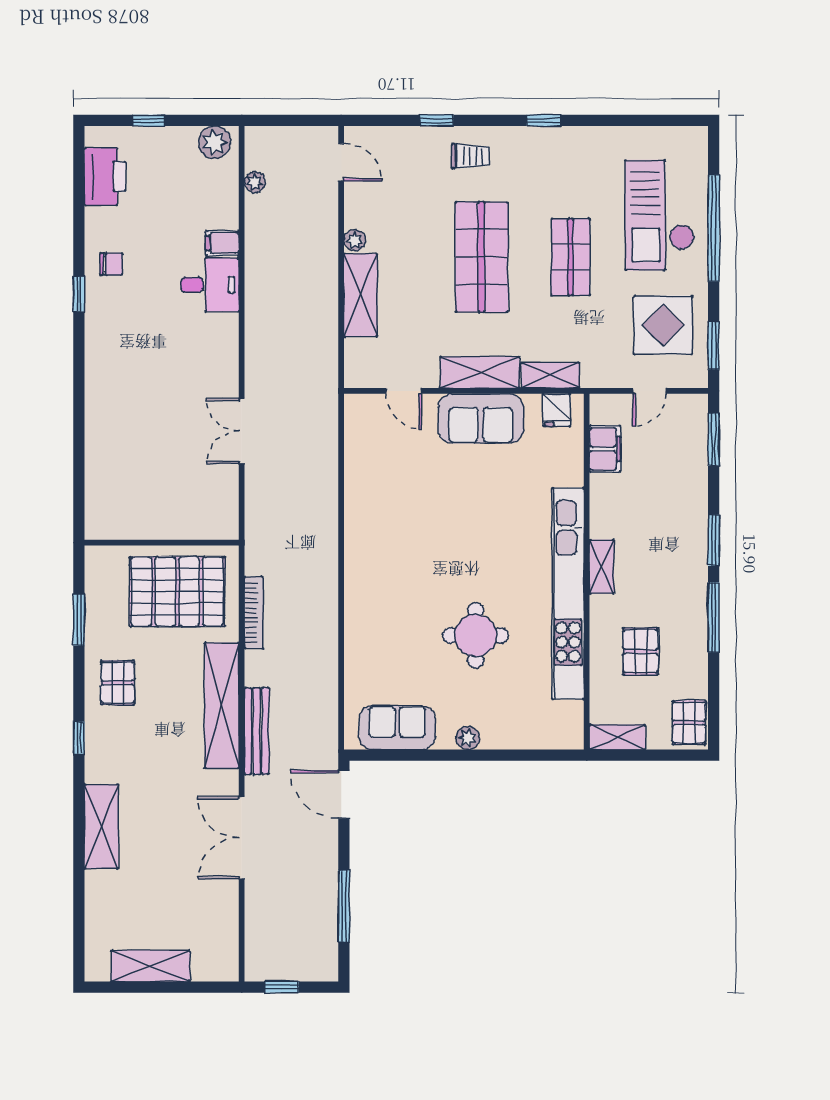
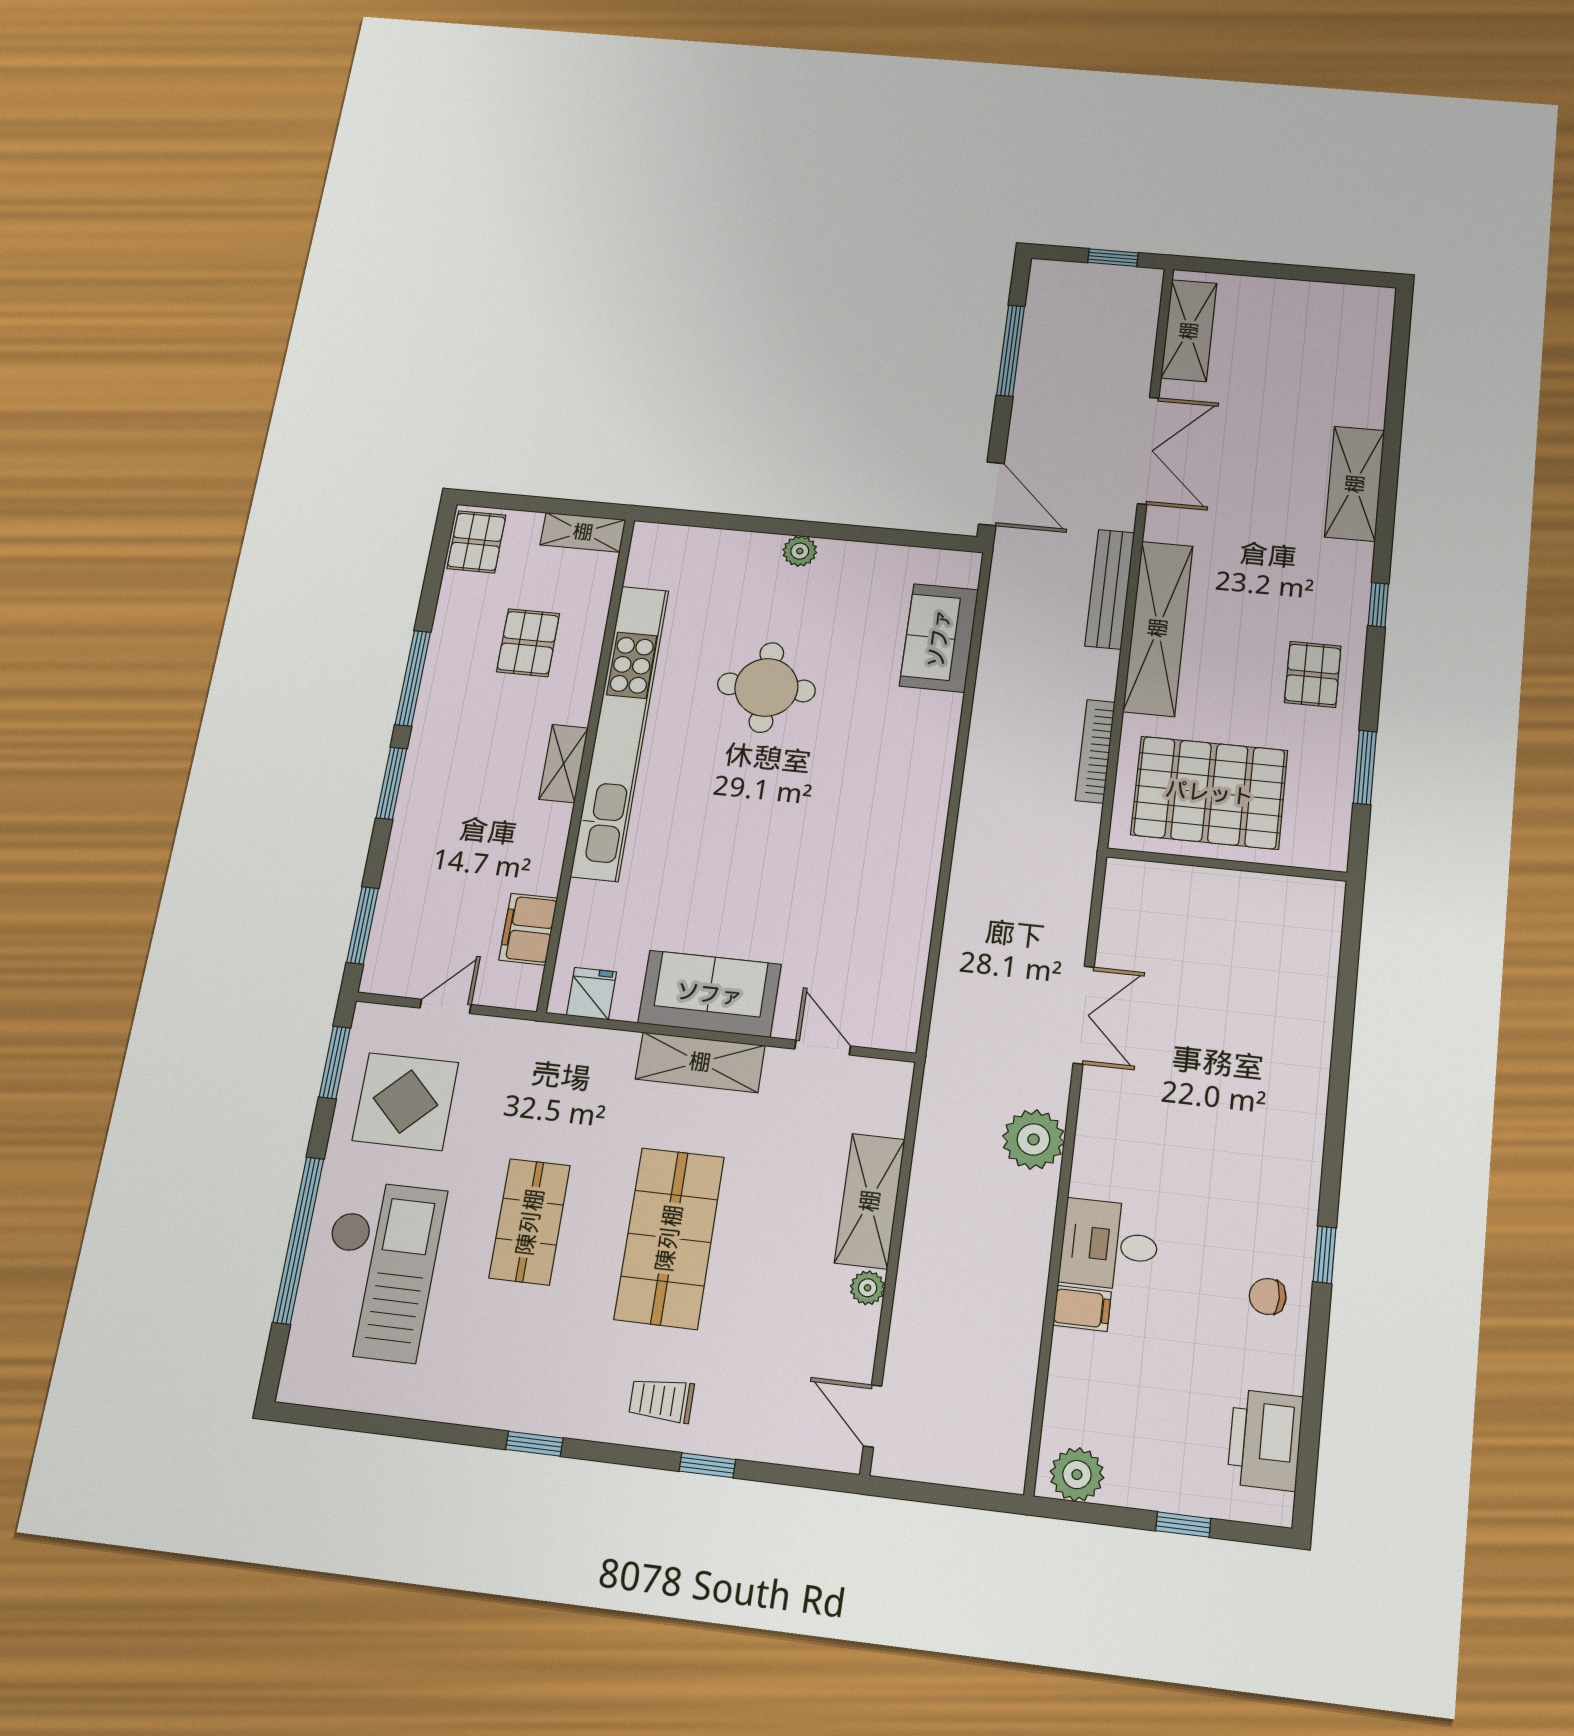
plant: (255, 182) -> (1033, 1139), moved, width x1.87, depth x1.87
shelving: (550, 375) -> (592, 1046), removed
sofa: (397, 728) -> (939, 638), moved, turned 90
shelving: (151, 966) -> (1189, 331), moved, turned 90

